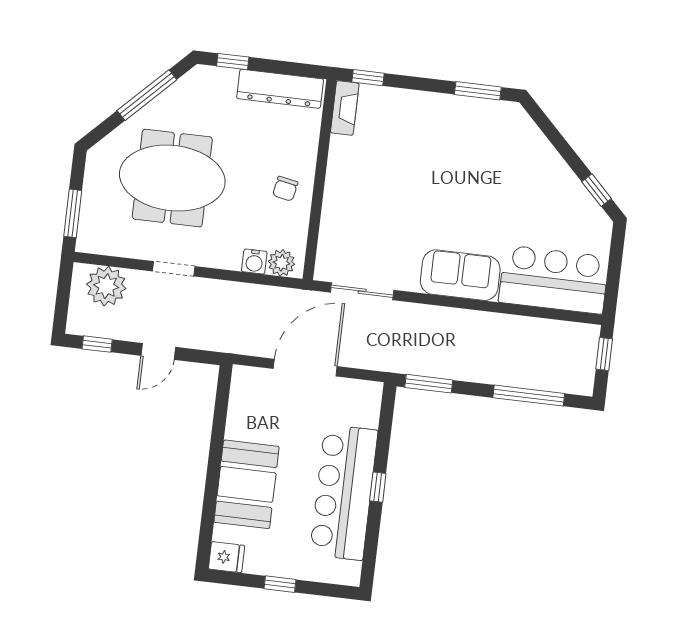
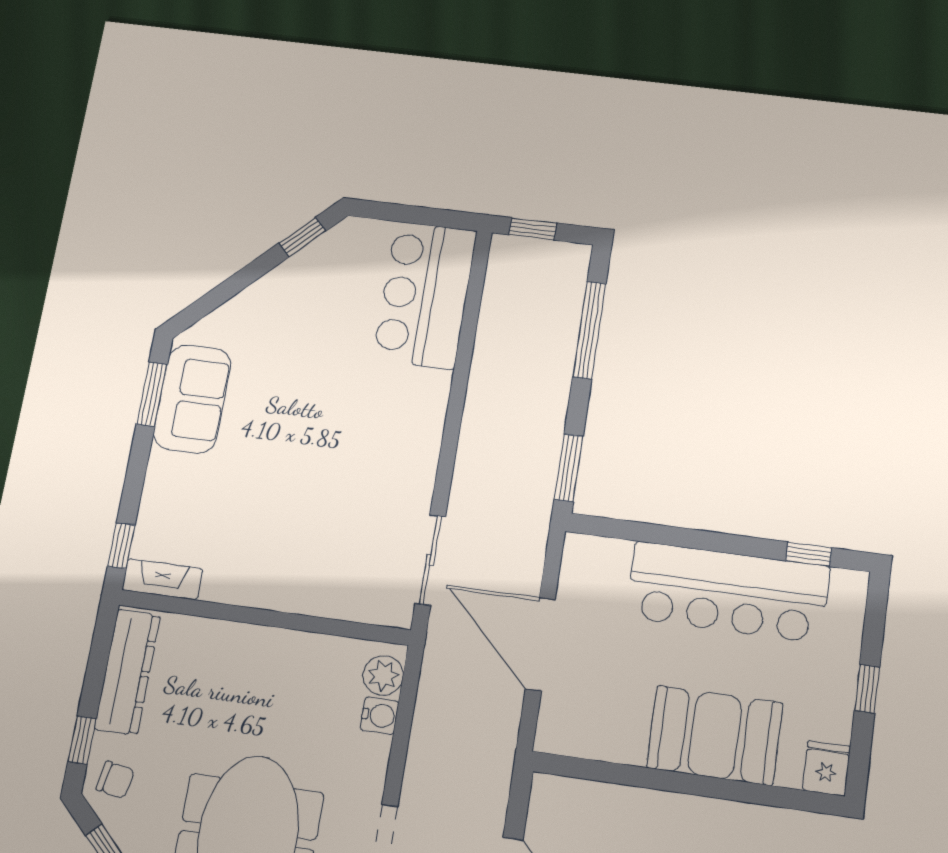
chair: (285, 189) -> (115, 780), moved
sofa: (460, 275) -> (192, 399), moved, turned 180
window: (378, 487) -> (809, 554), moved

